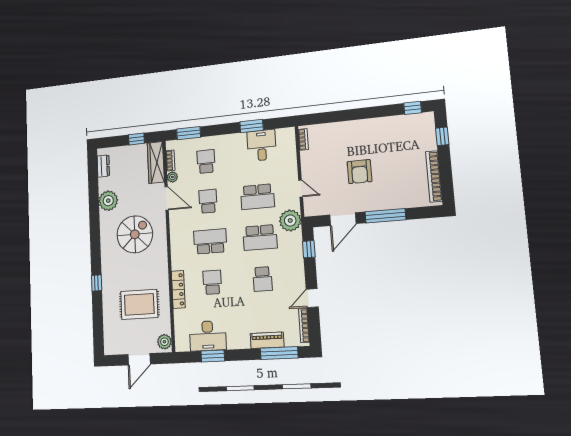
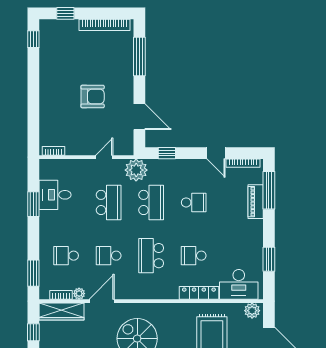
window: (385, 216) -> (139, 57), moved
desk: (208, 336) -> (239, 284), moved, turned 90

